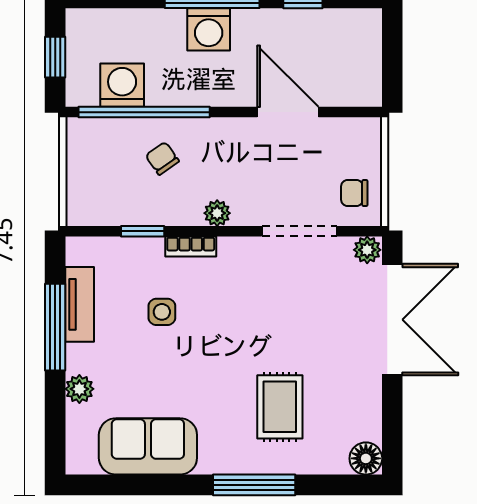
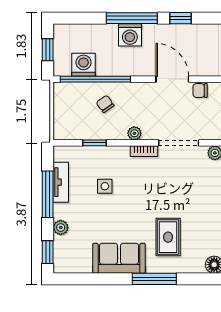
chair: (354, 193) -> (200, 91), moved
bookcase: (191, 246) -> (144, 151), moved
window: (55, 435) -> (48, 252), added
sofa: (148, 446) -> (119, 258), moved

